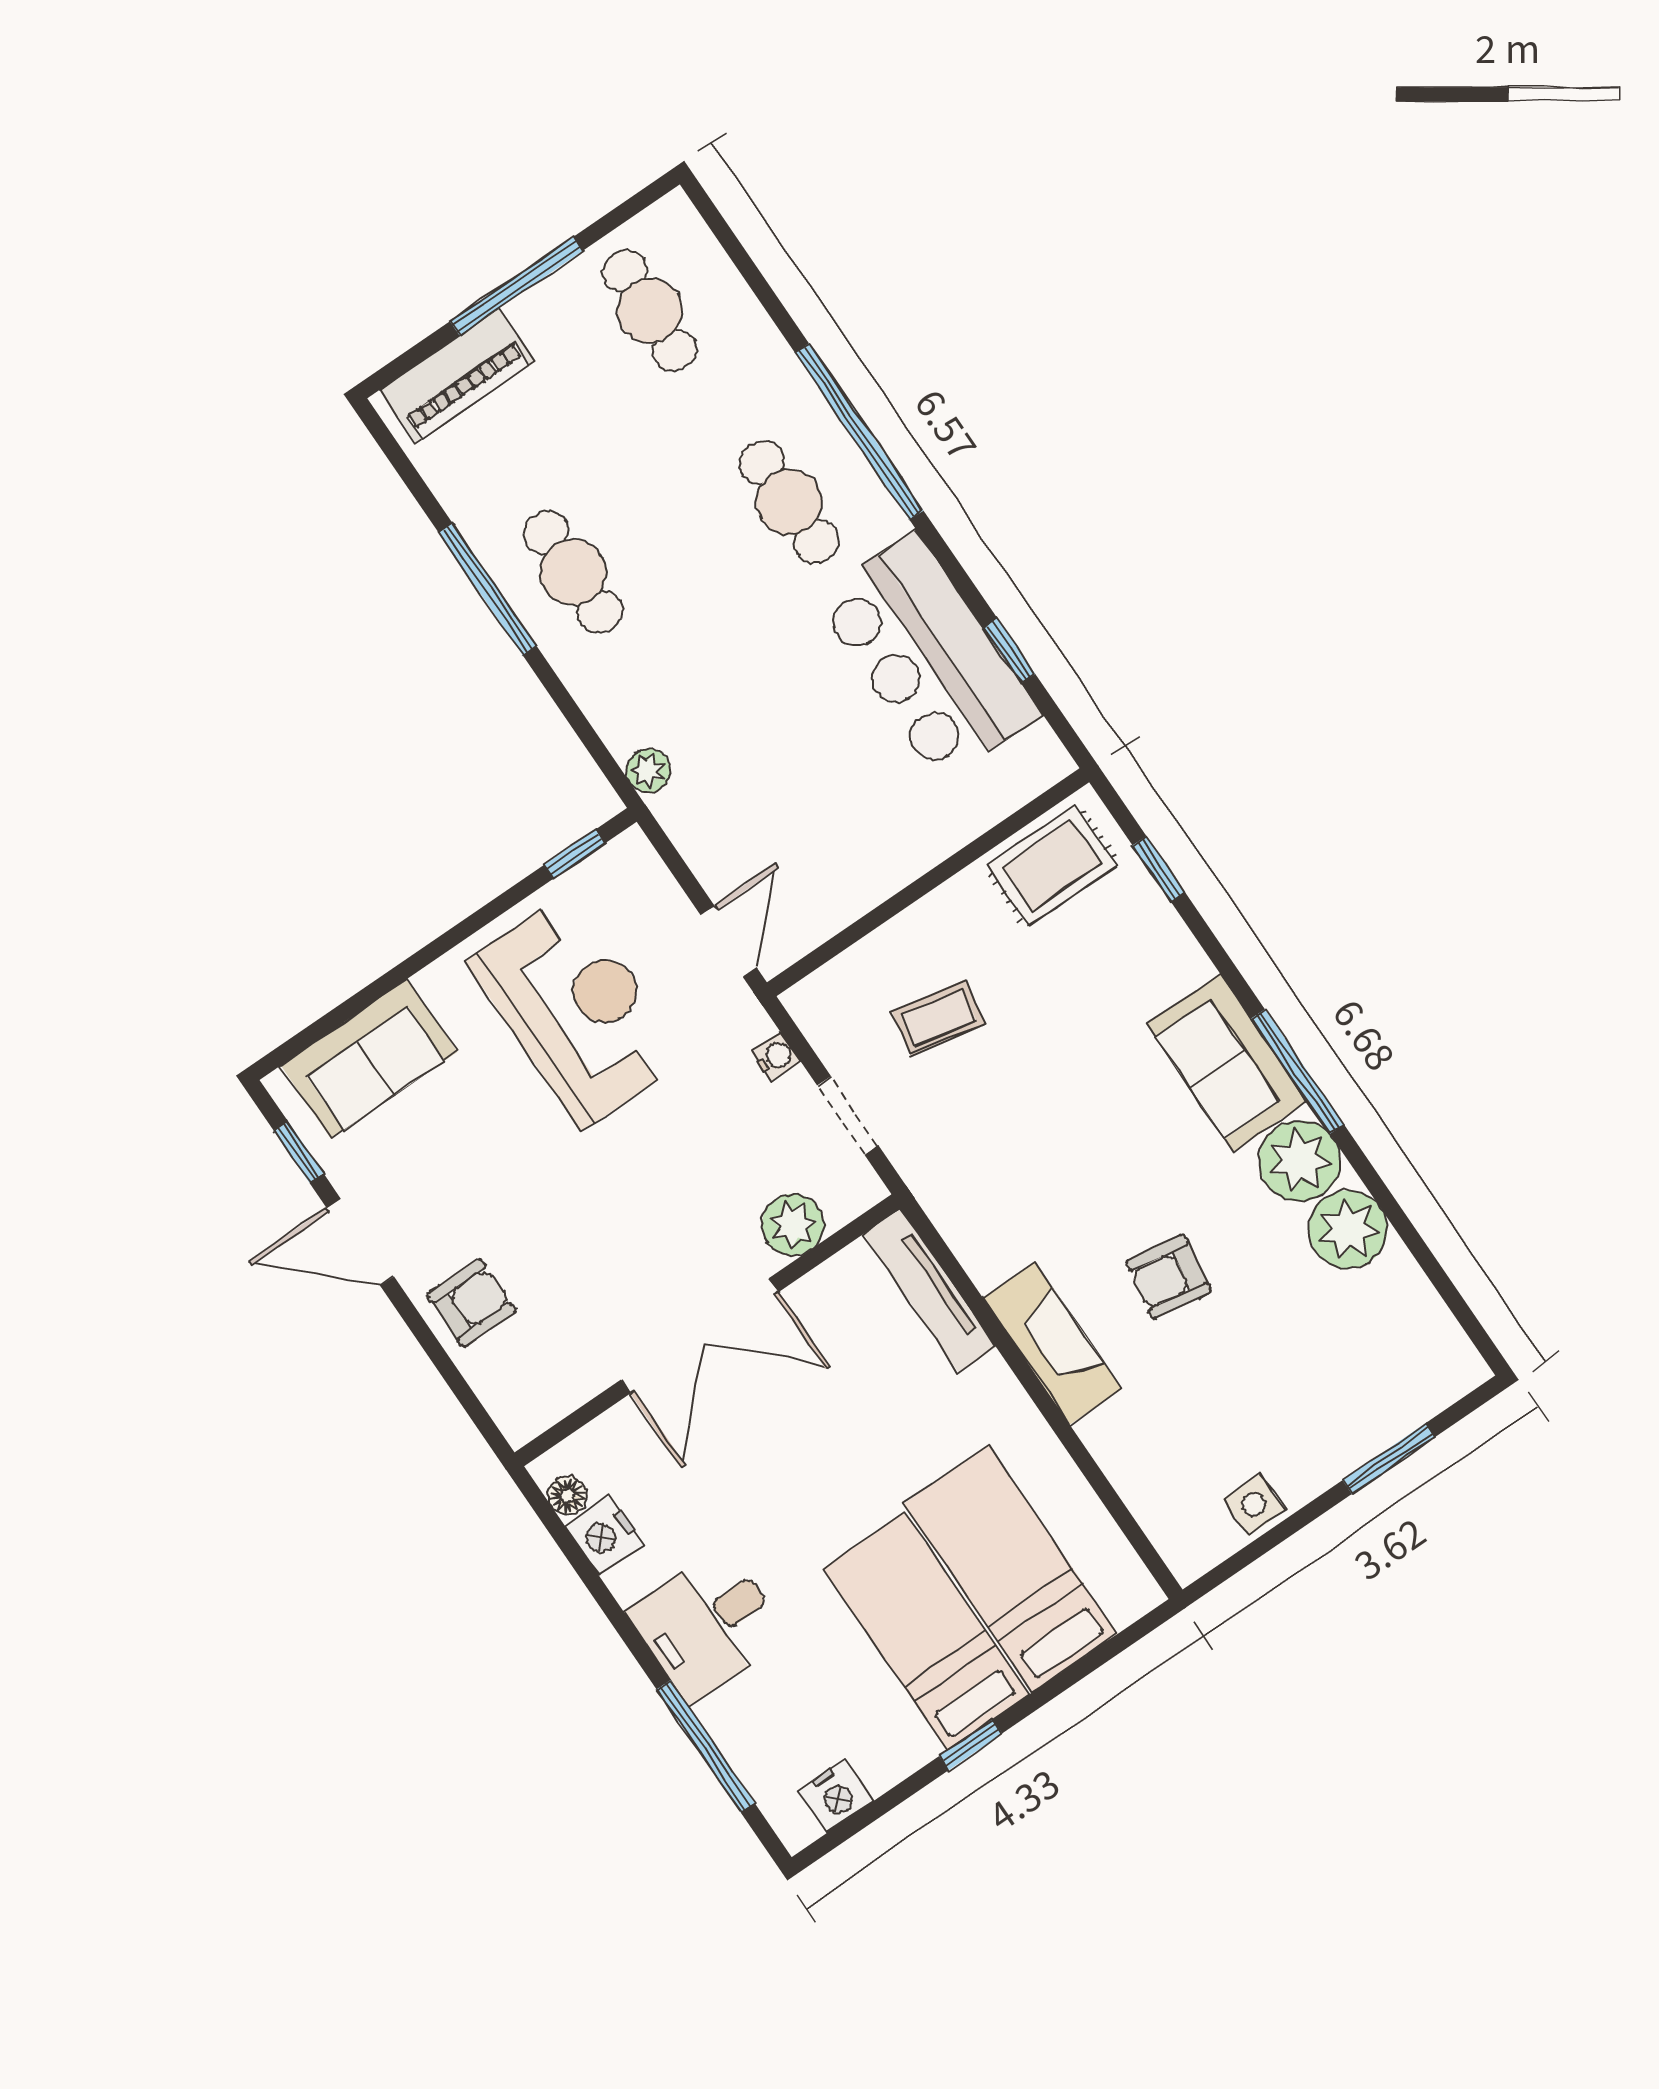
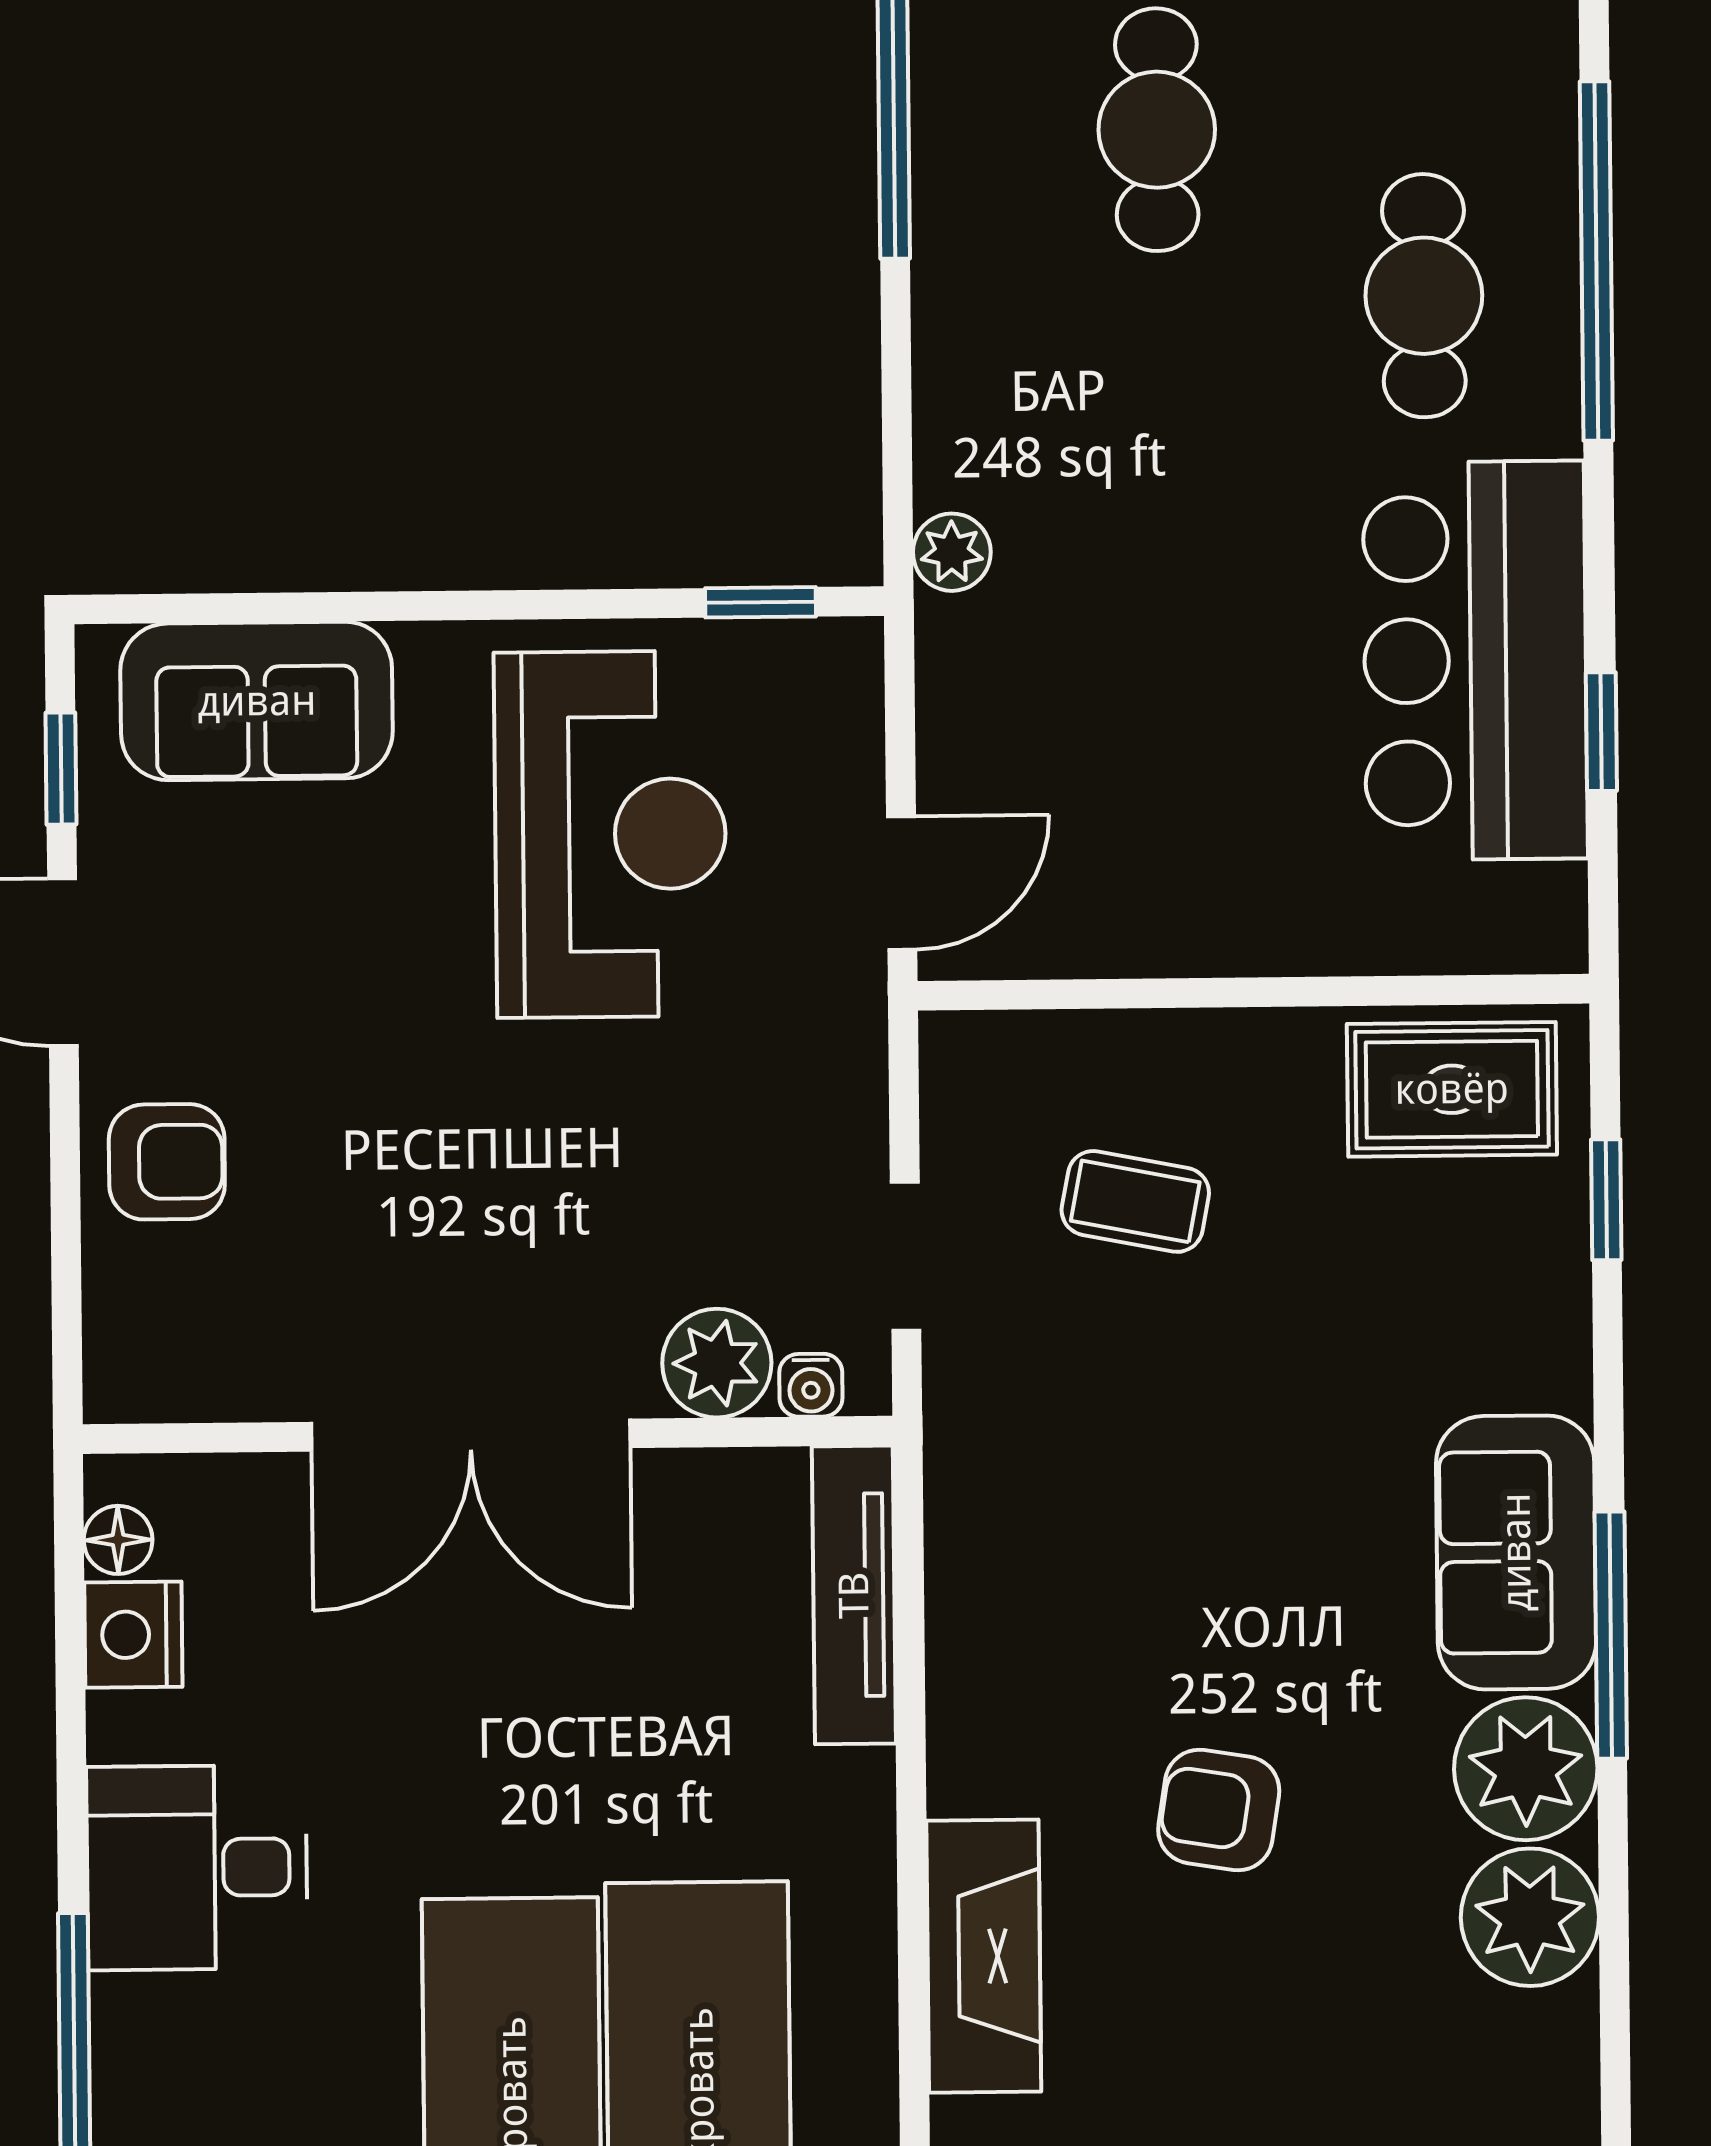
cafe table: (573, 572) -> (1157, 130), moved
water cooler: (776, 1057) -> (811, 1385), moved, turned 90
fireplace: (1052, 1343) -> (984, 1956), moved

